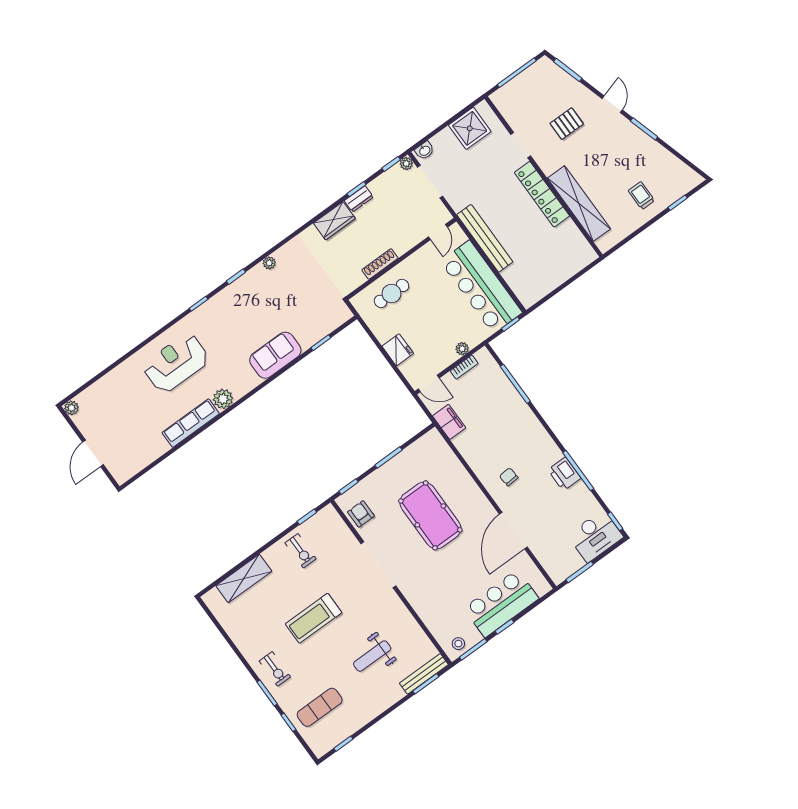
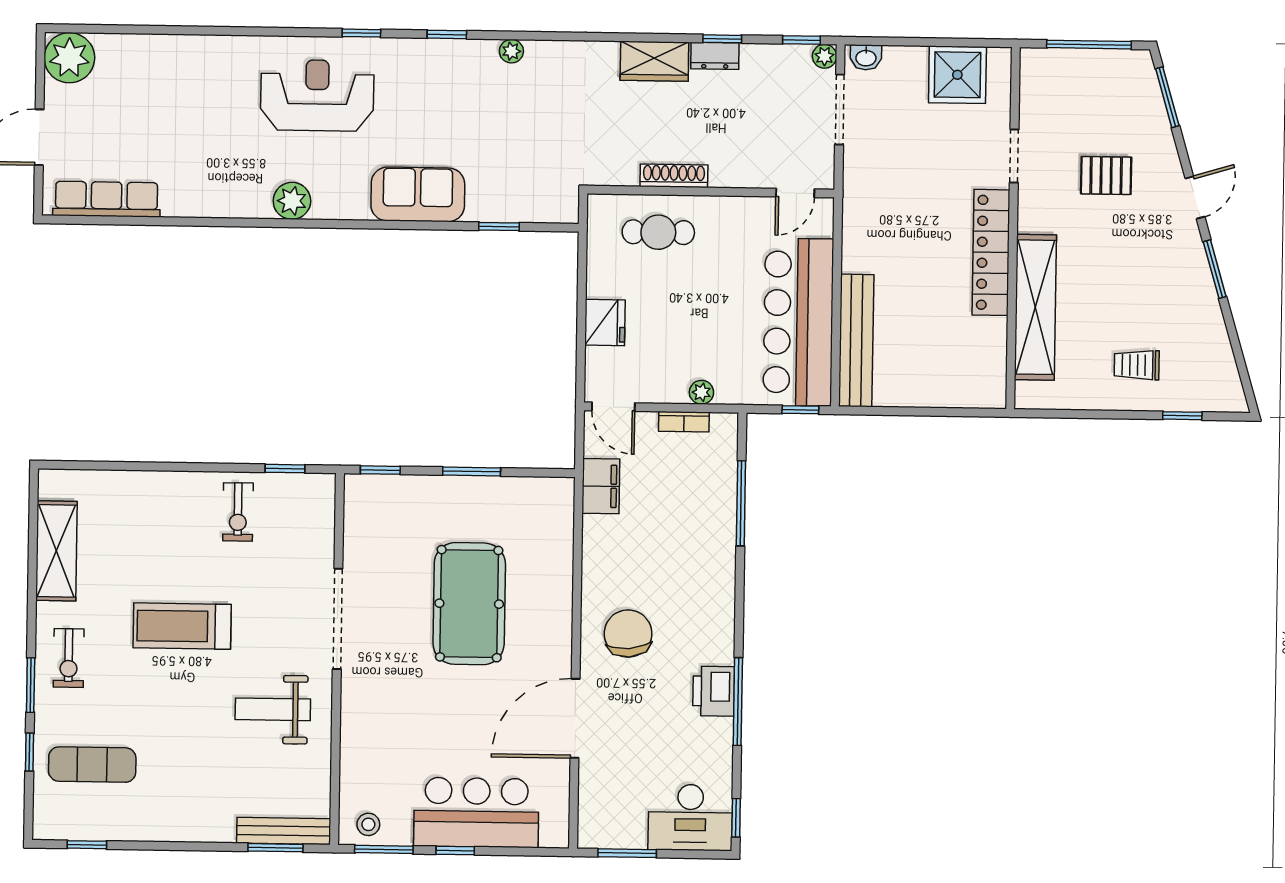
trolley: (641, 196) -> (1137, 365), turned -90
bench: (485, 238) -> (856, 341), moved
reception desk: (176, 363) -> (317, 95), moved
plant: (71, 408) -> (69, 58), width x1.88, depth x1.88
row of seats: (191, 423) -> (107, 199), moved
chair: (509, 477) -> (628, 634), width x1.87, depth x1.87
armchair: (361, 514) -> (368, 524), removed
shelving: (244, 579) -> (56, 551), moved, turned 90
weight bench: (372, 656) -> (273, 709), moved

